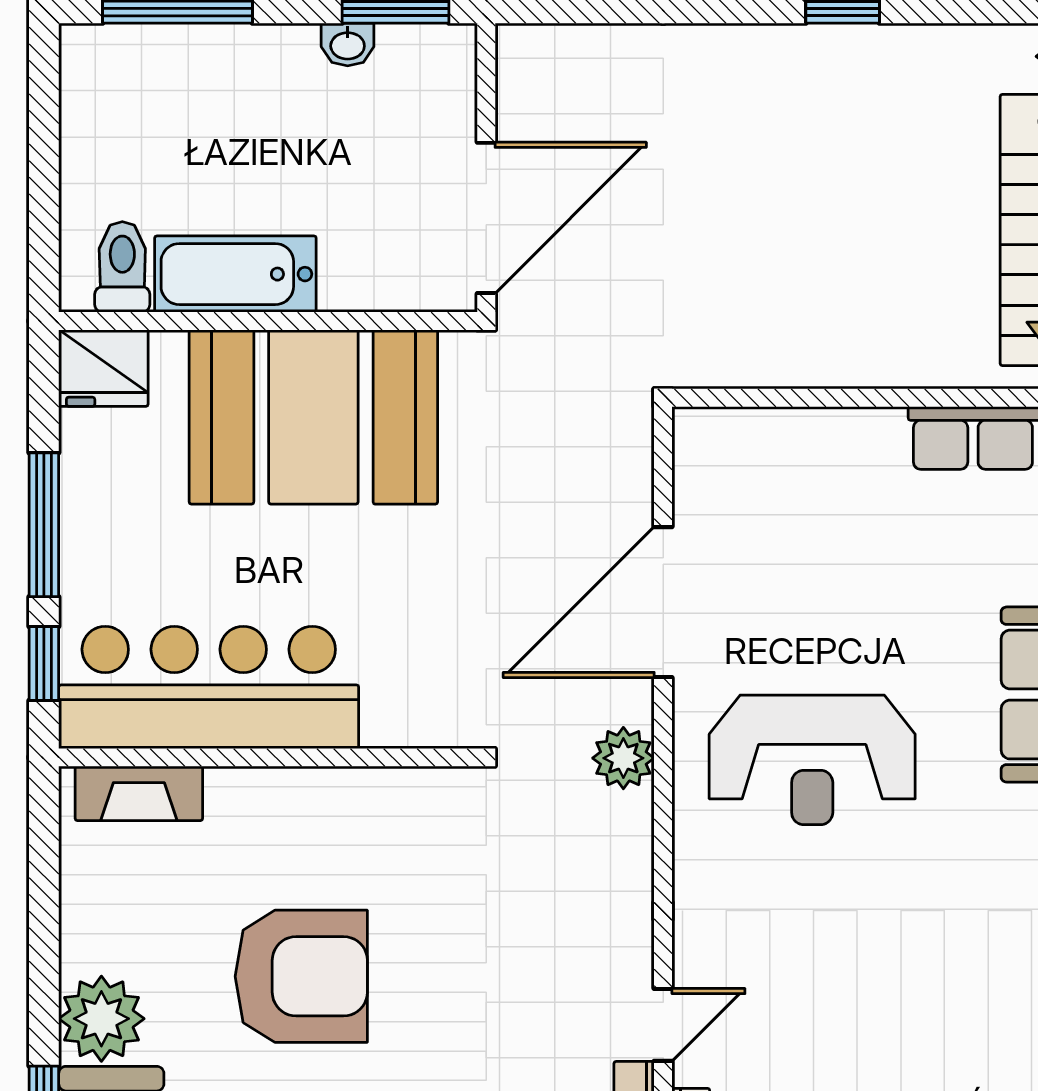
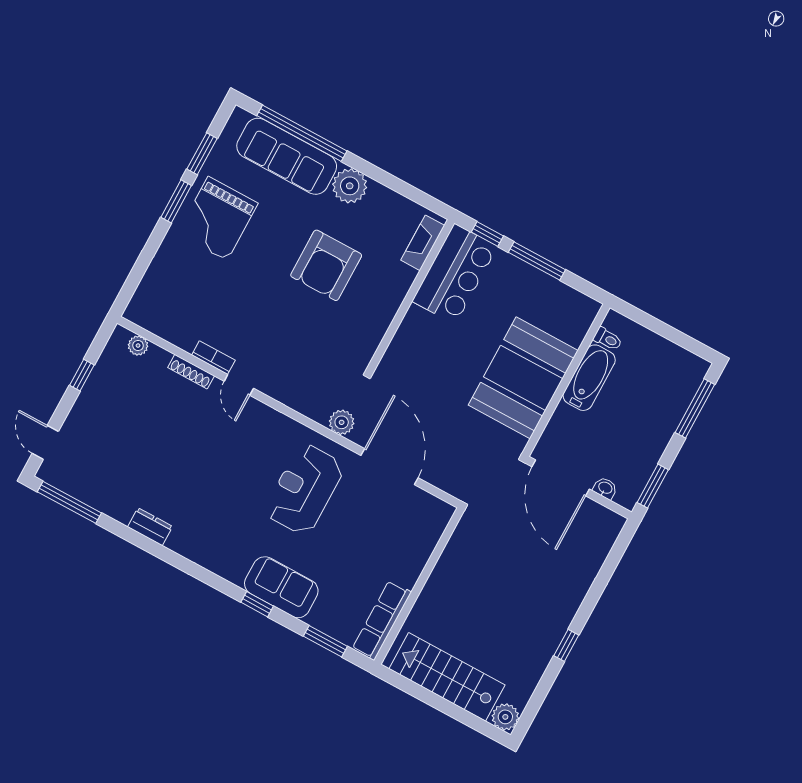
washbasin: (348, 45) -> (605, 488), moved, turned 90
toilet: (122, 267) -> (608, 339), width x0.73, depth x0.72
fridge: (104, 368) -> (581, 313), removed
bar counter: (209, 687) -> (455, 274), width x0.73

